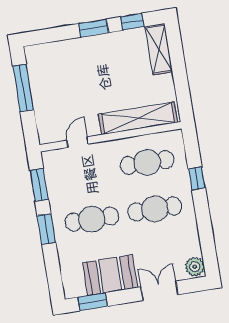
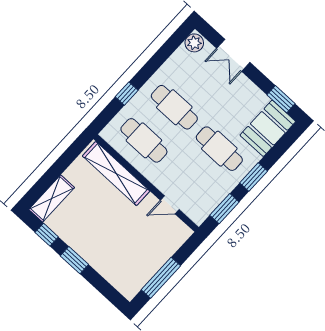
booth: (110, 275) -> (268, 128), moved, turned 90

